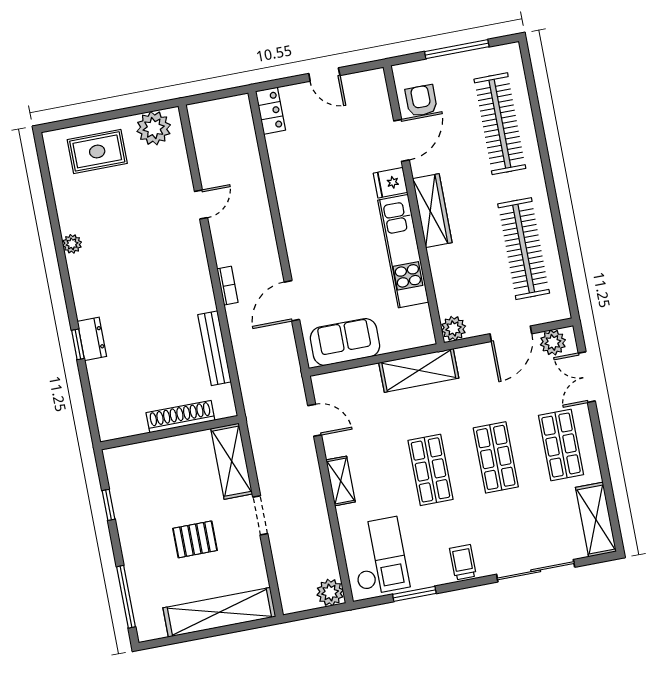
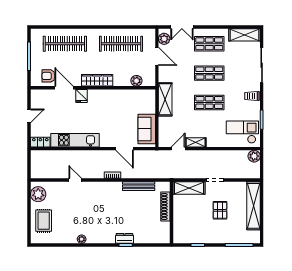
kitchen unit: (403, 251) -> (75, 140), moved, turned 180
plant: (454, 328) -> (136, 81), moved
shelving: (341, 481) -> (196, 142), moved

